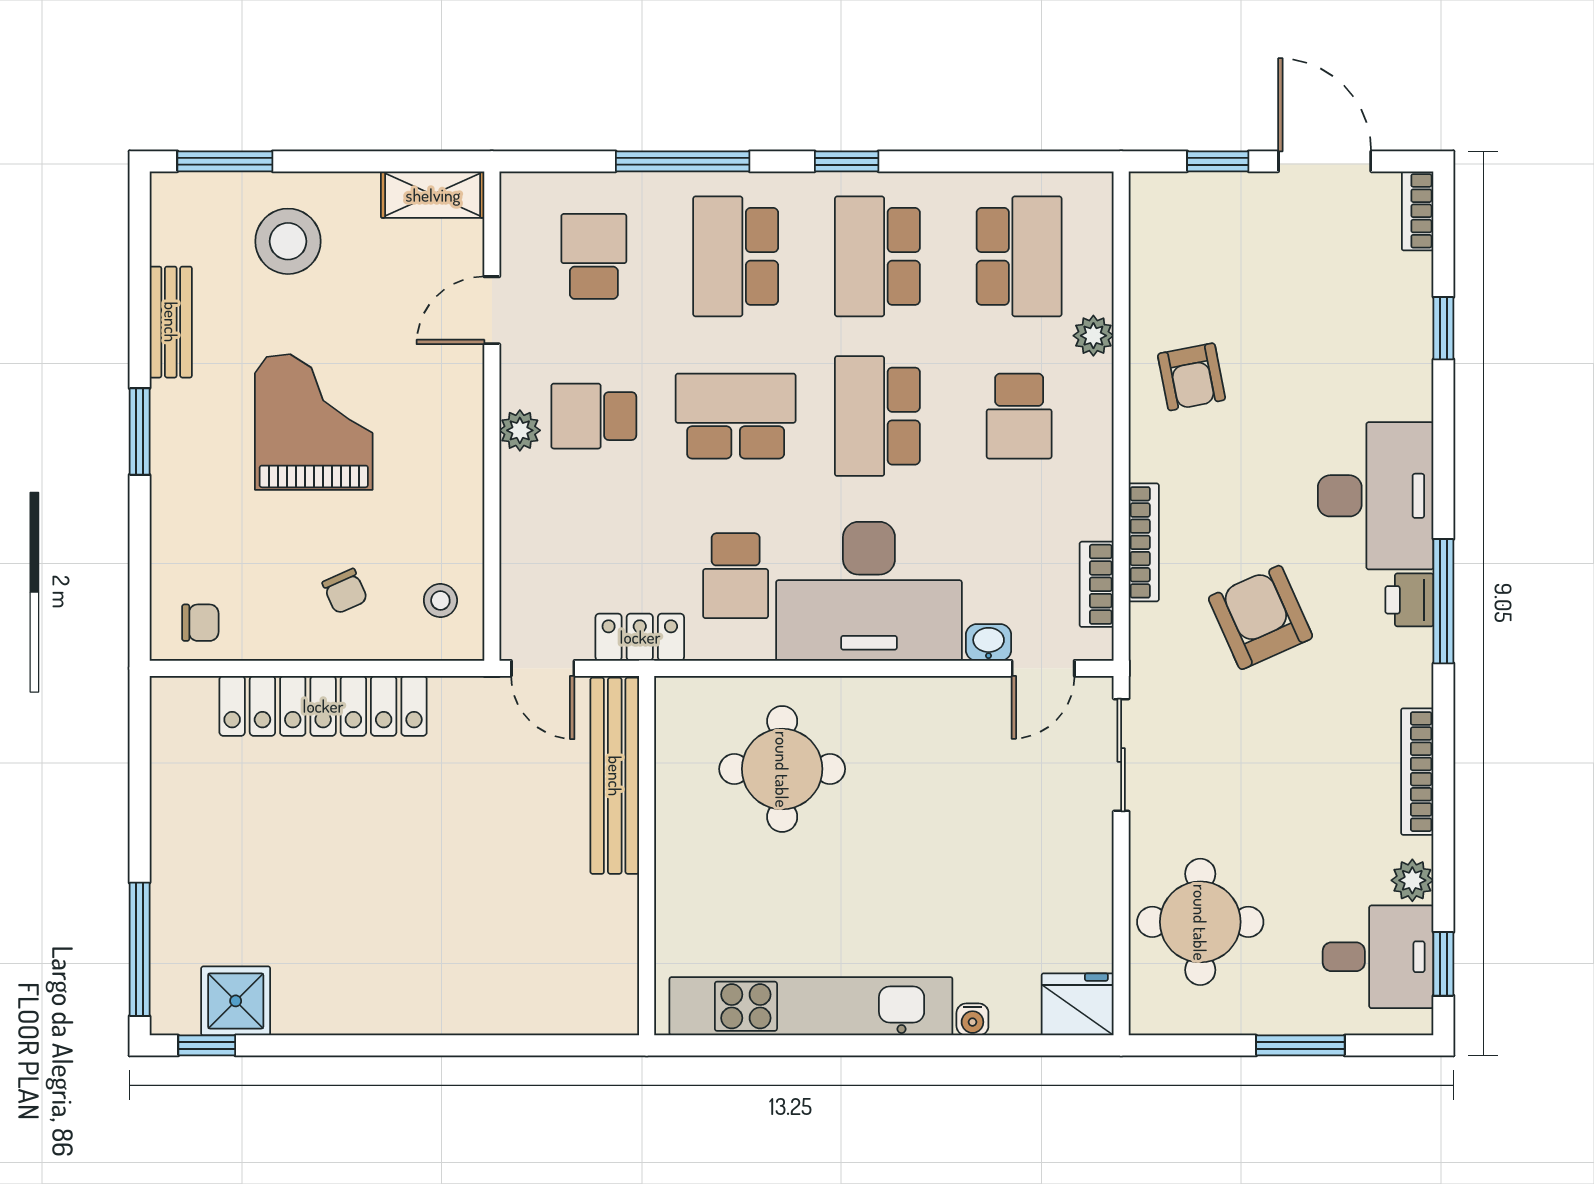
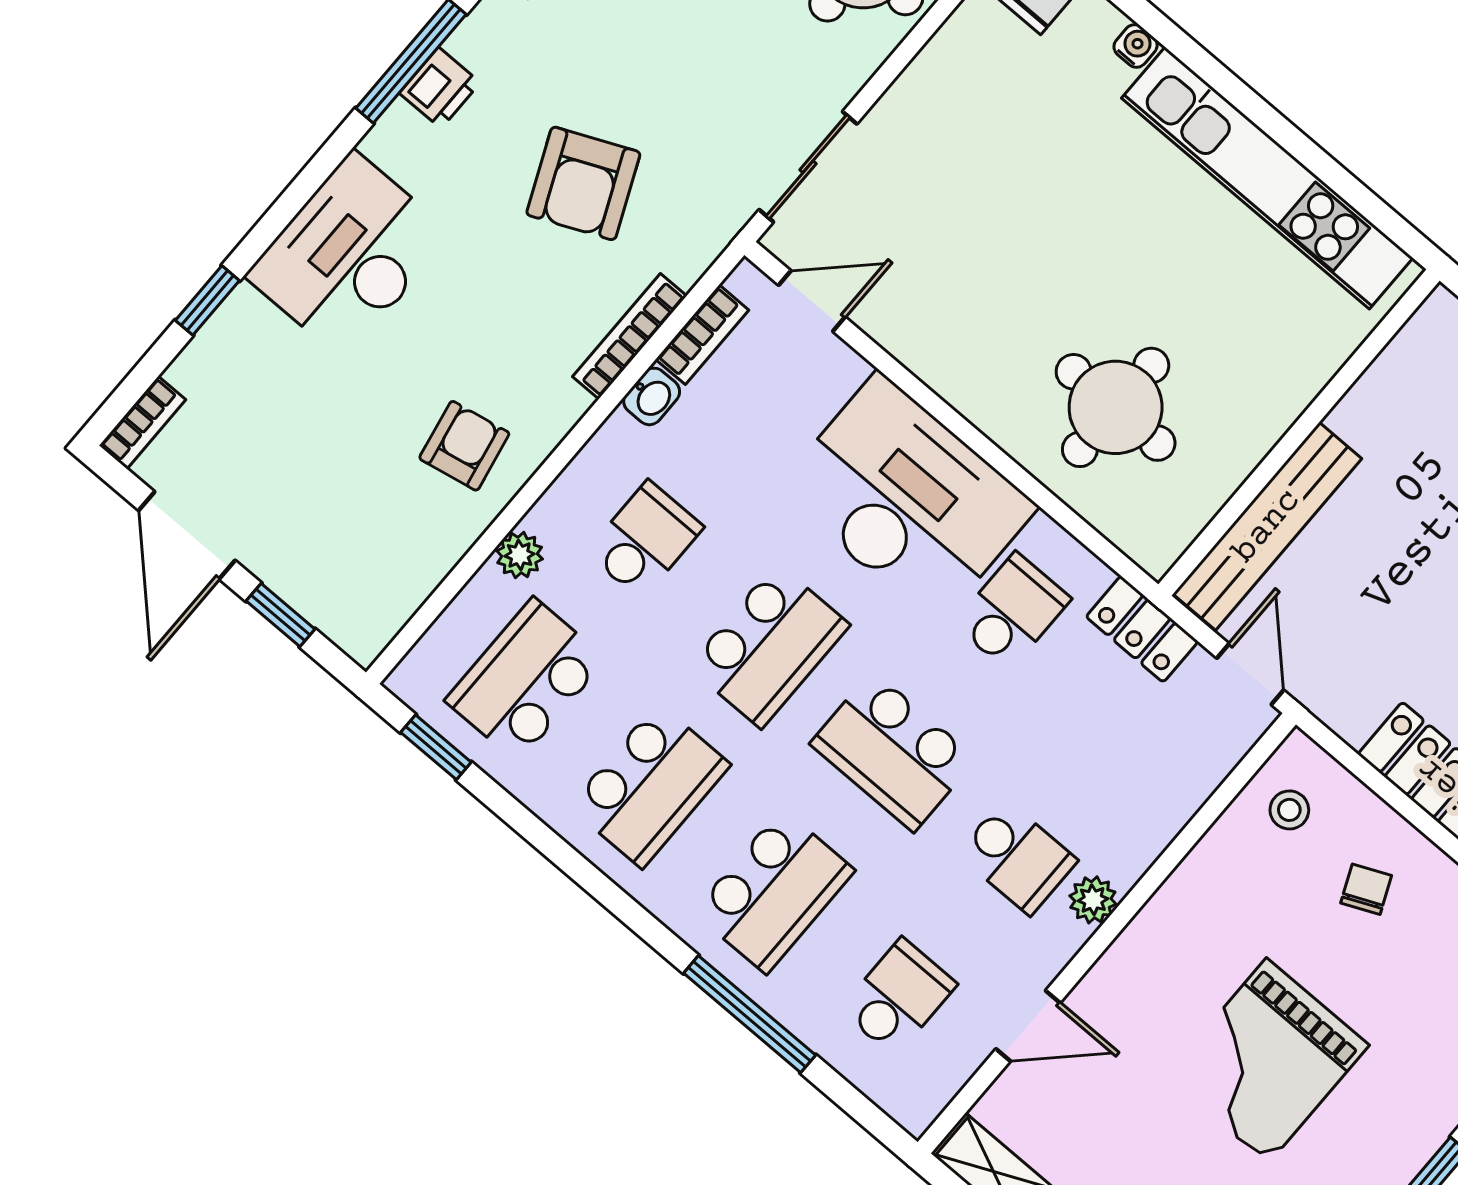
window: (847, 161) -> (436, 747), moved
school desk: (594, 256) -> (898, 997), turned 180
desk: (1376, 496) -> (349, 255), moved
washbasin: (989, 642) -> (652, 396), moved, turned -90

